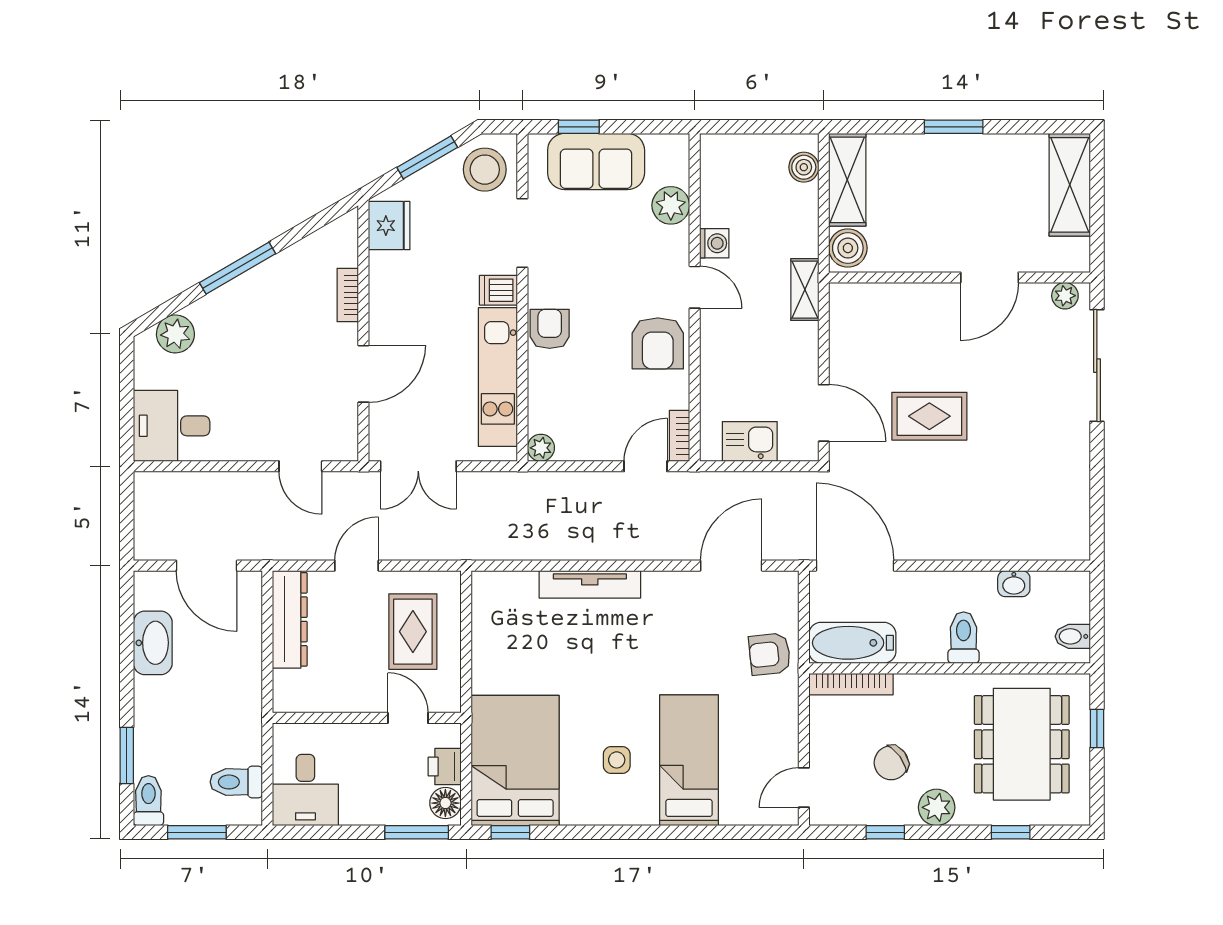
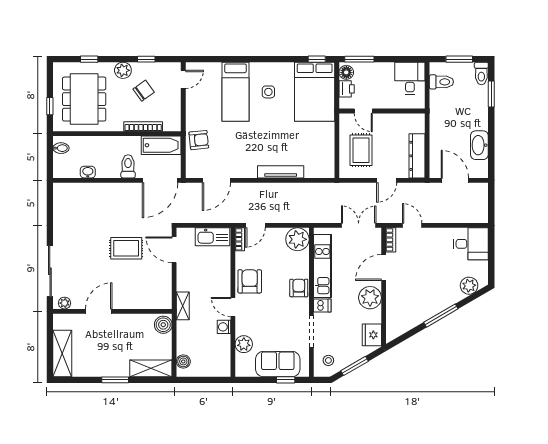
stool: (485, 170) -> (328, 360), width x0.53, depth x0.53
shelving: (847, 180) -> (151, 368), moved, turned 90
bookcase: (348, 295) -> (391, 240), moved
plant: (393, 308) -> (370, 298), added
armchair: (550, 329) -> (299, 288), turned 180
kitchen sink: (750, 441) -> (213, 237), width x1.38
plant: (541, 448) -> (297, 239), width x1.87, depth x1.87
door: (855, 566) -> (160, 180), hinge flipped
toilet: (964, 638) -> (128, 166), moved, turned 180
bookcase: (851, 684) -> (143, 126), moved

